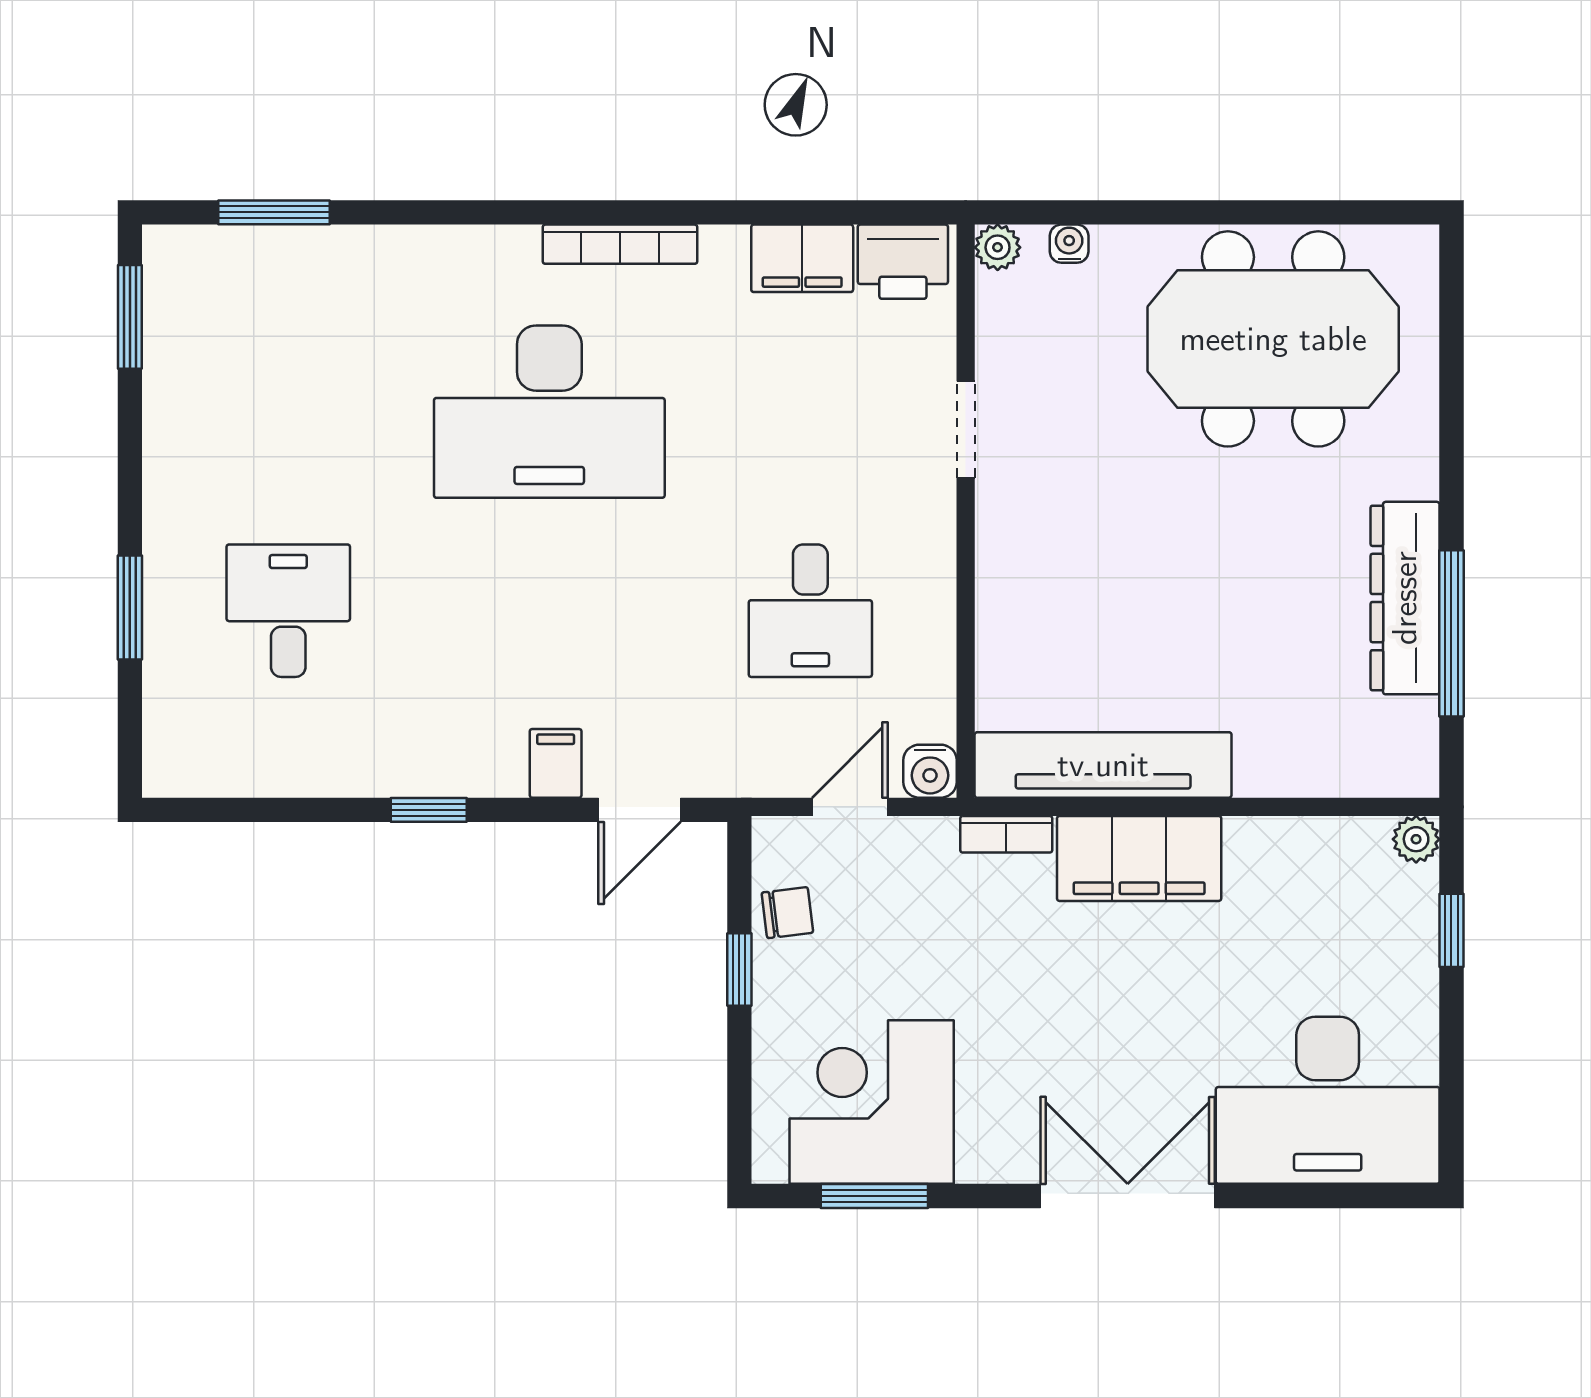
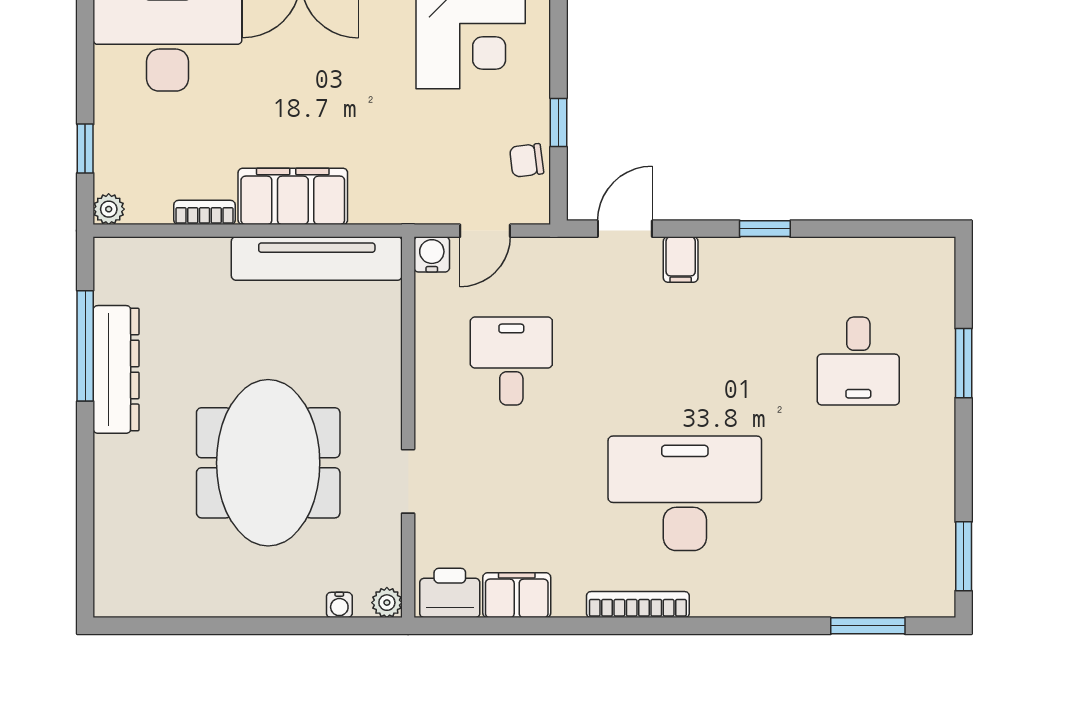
meeting table: (1273, 339) -> (268, 463), moved, turned 90
bookcase: (1006, 834) -> (205, 212), moved

